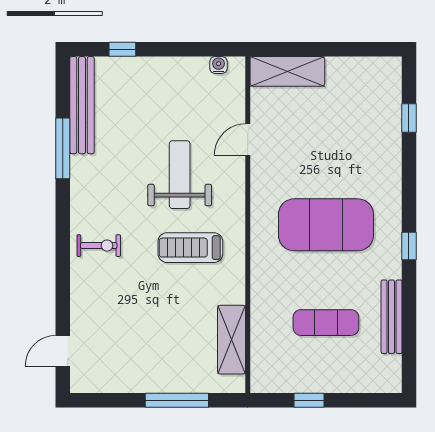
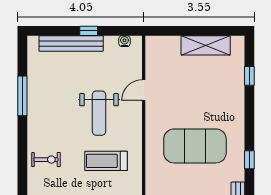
window: (122, 49) -> (89, 31), moved
shelving: (287, 71) -> (206, 45), moved
bench: (82, 105) -> (71, 44), moved, turned 90
weight bench: (180, 175) -> (99, 113), turned 180

